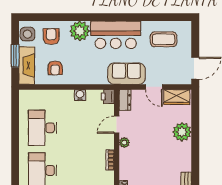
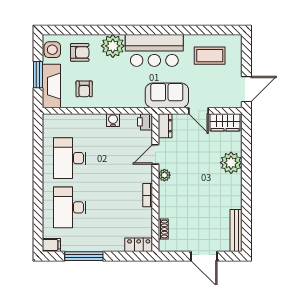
armchair: (51, 36) -> (80, 52), turned 90

